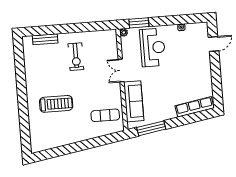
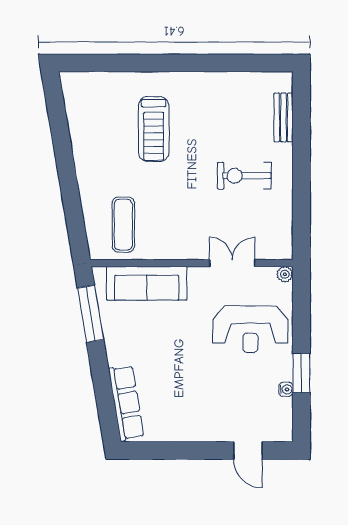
window: (139, 23) -> (301, 373), moved
double door: (121, 70) -> (232, 263), moved

